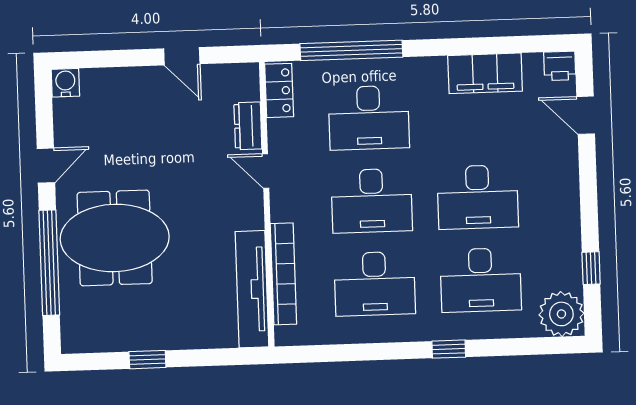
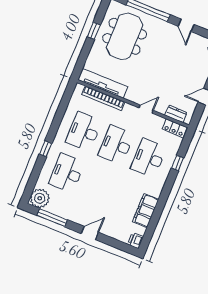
window: (351, 50) -> (178, 163), width x0.32
door: (586, 115) -> (90, 233), moved
dresser: (248, 126) -> (176, 114), moved
desk: (478, 197) -> (99, 186), removed
meeting table: (115, 238) -> (125, 36), moved
window: (591, 268) -> (52, 218), width x2.17

